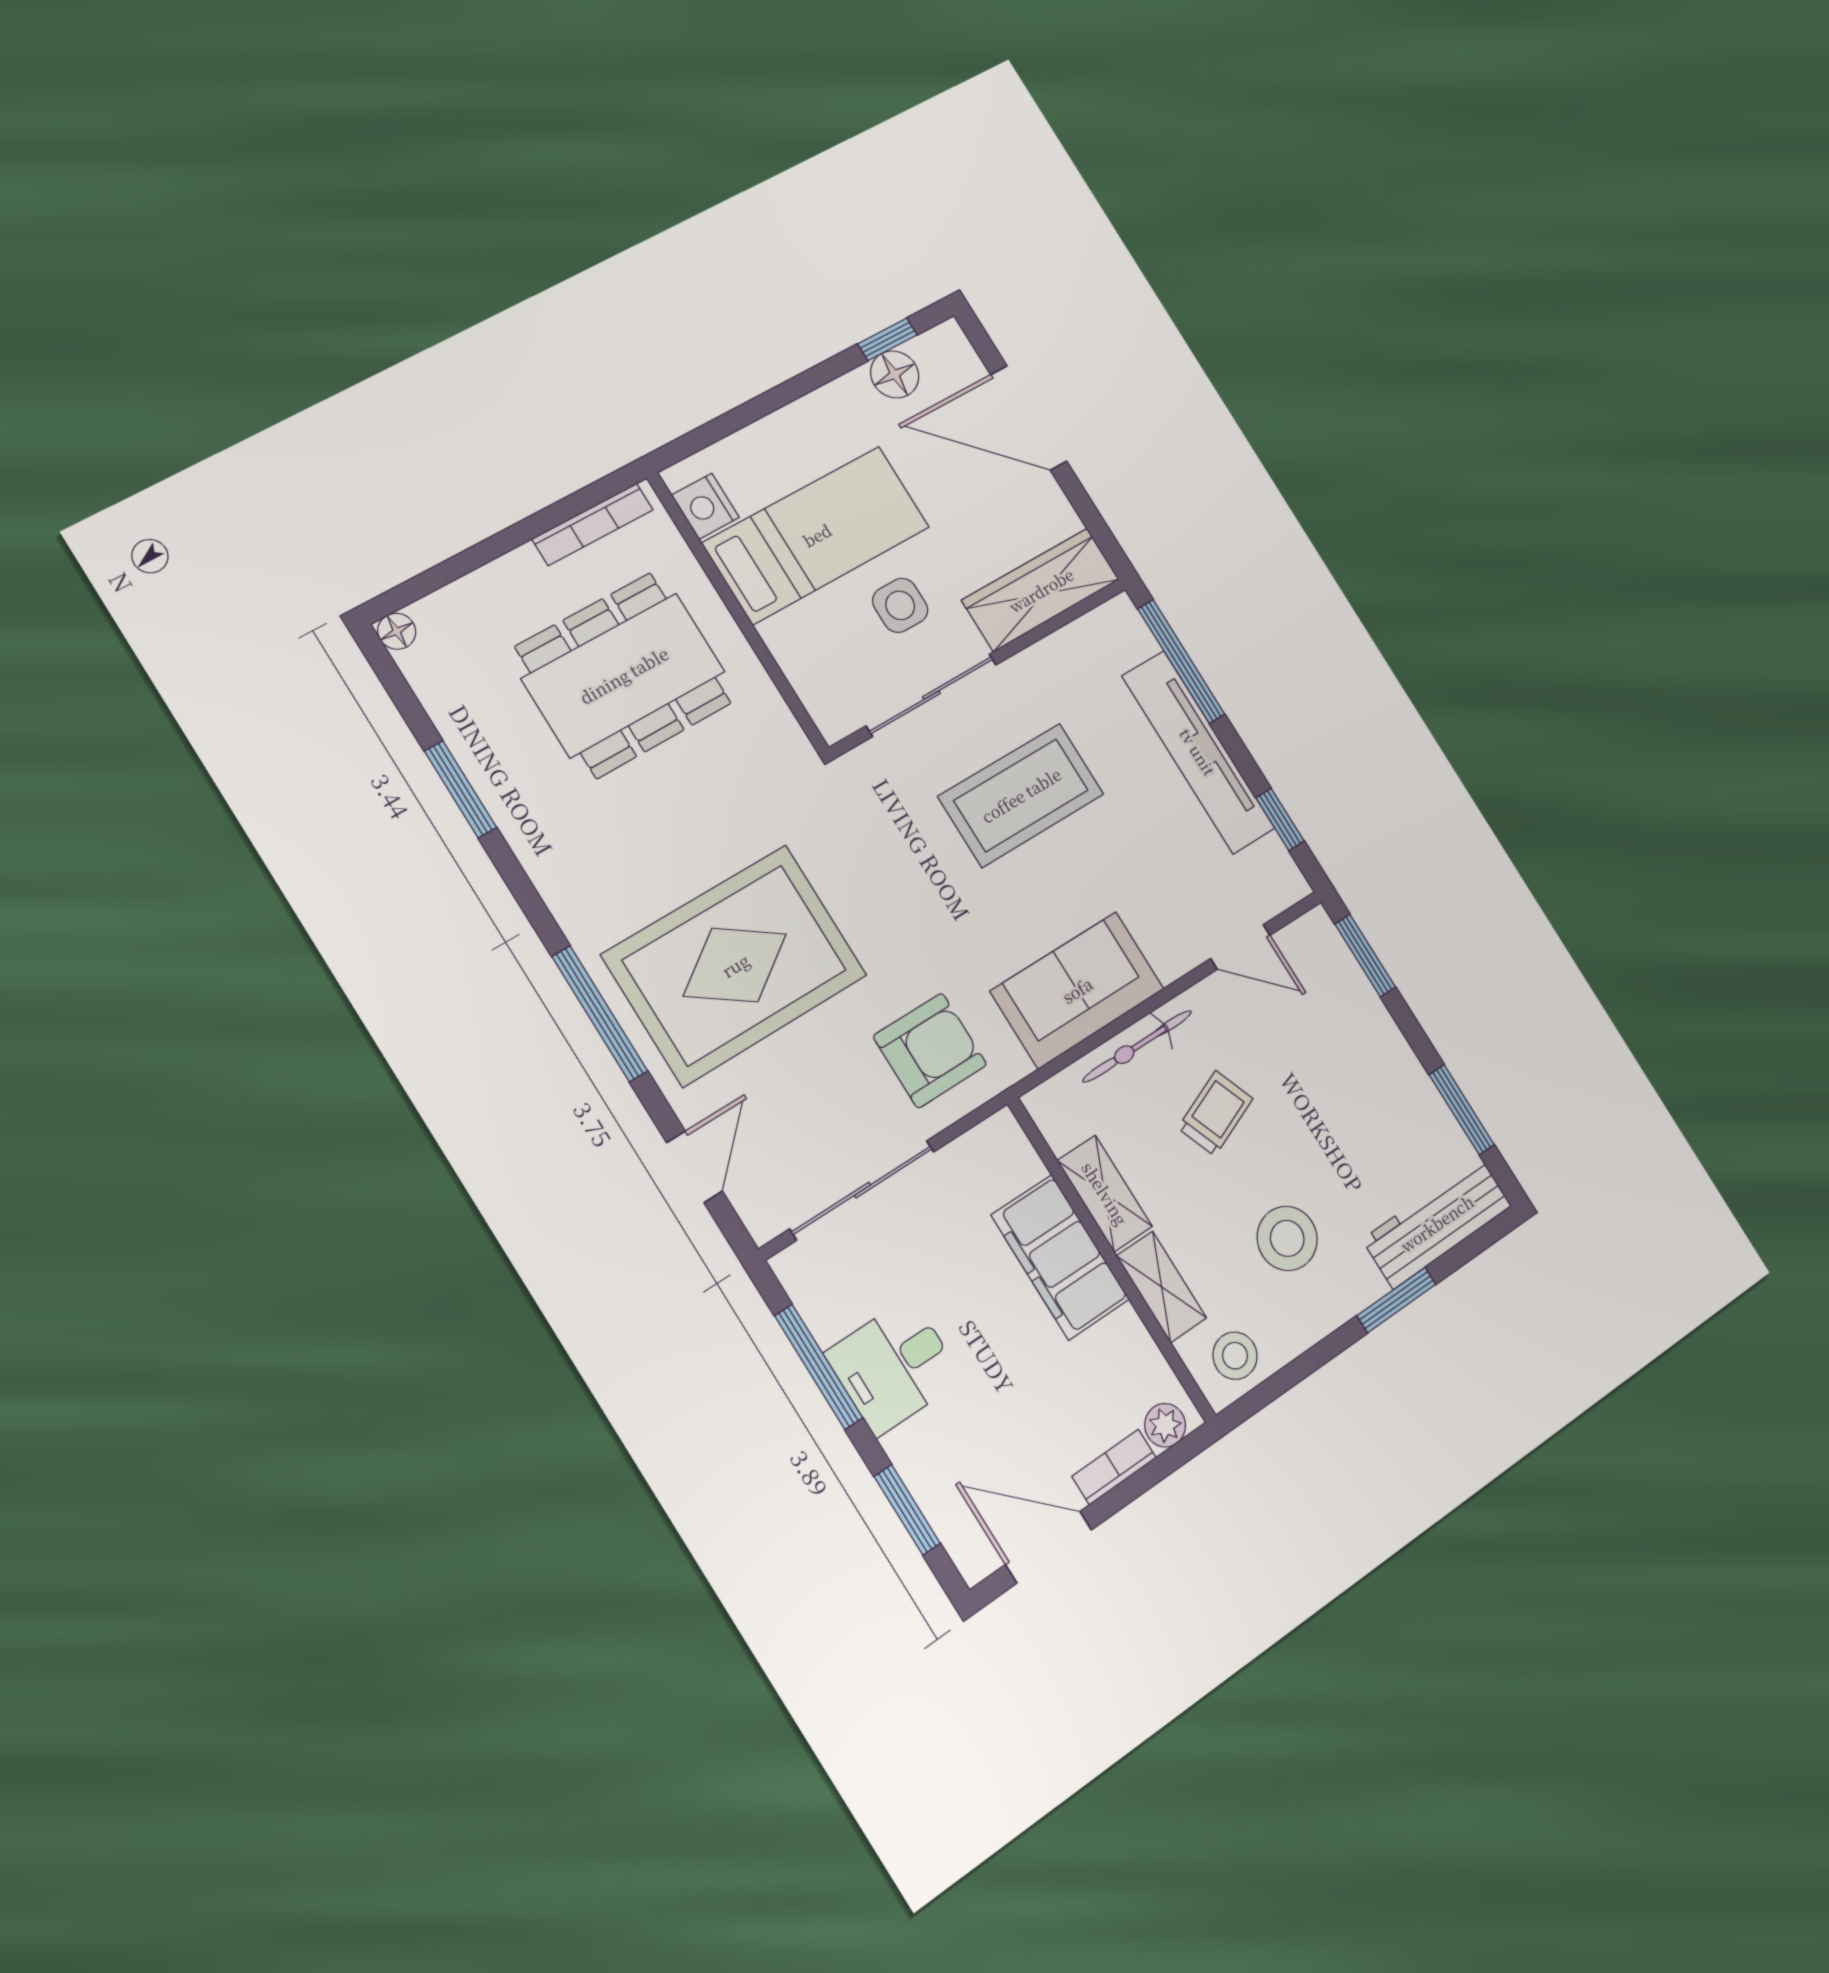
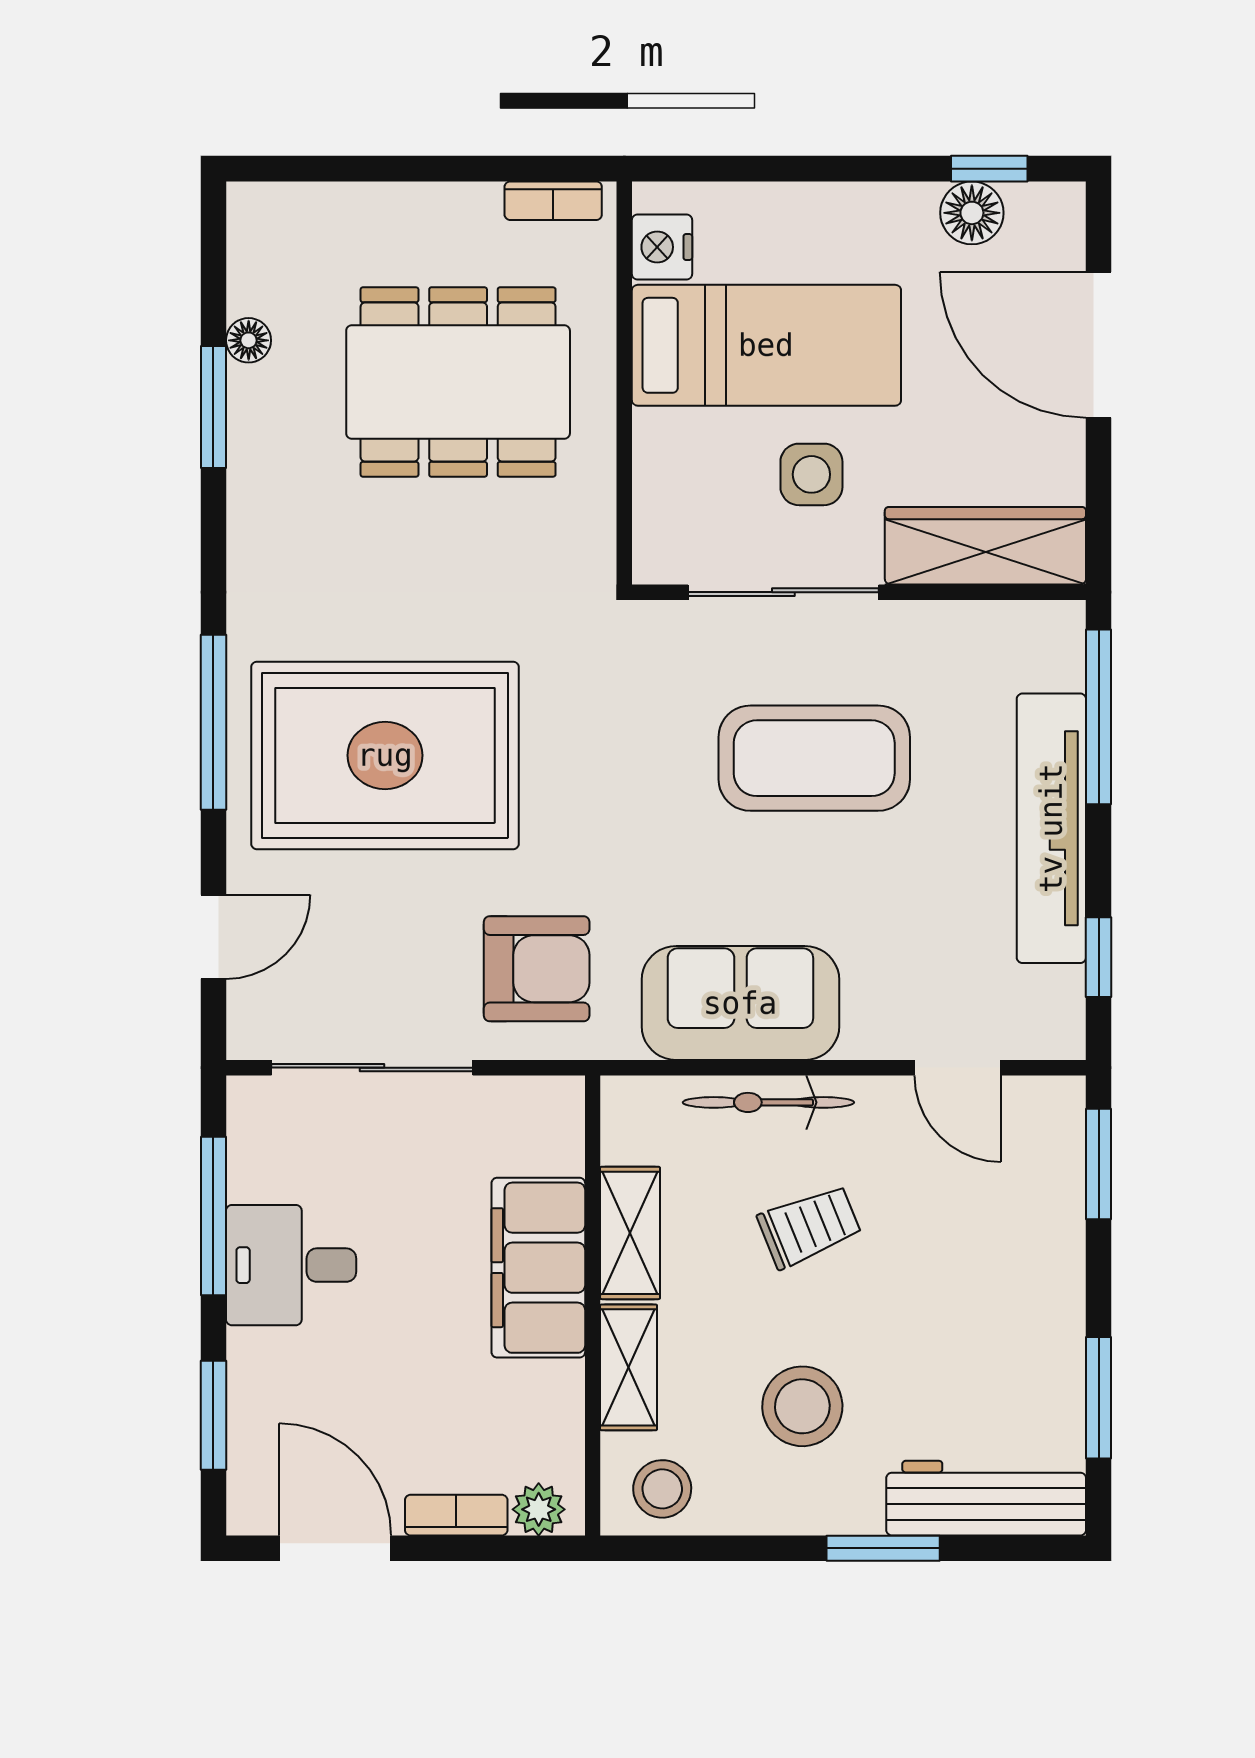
bookcase: (593, 524) -> (553, 201), width x0.64
floor lamp: (397, 631) -> (249, 340), moved

